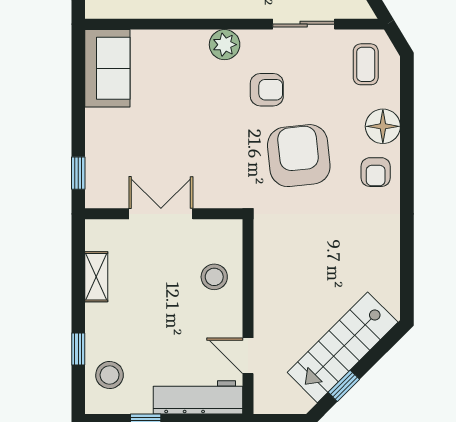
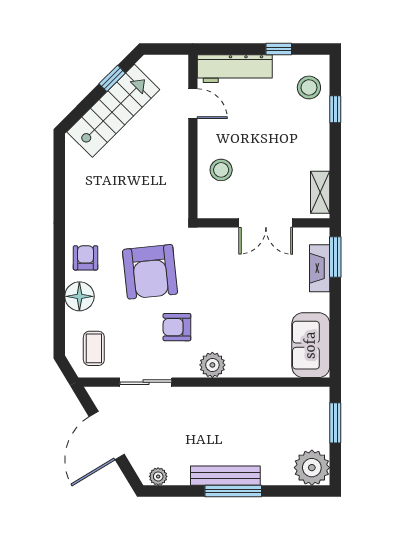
fireplace: (97, 160) -> (320, 268), added
window: (78, 173) -> (335, 257), width x1.50
shelving: (96, 277) -> (320, 192), moved

